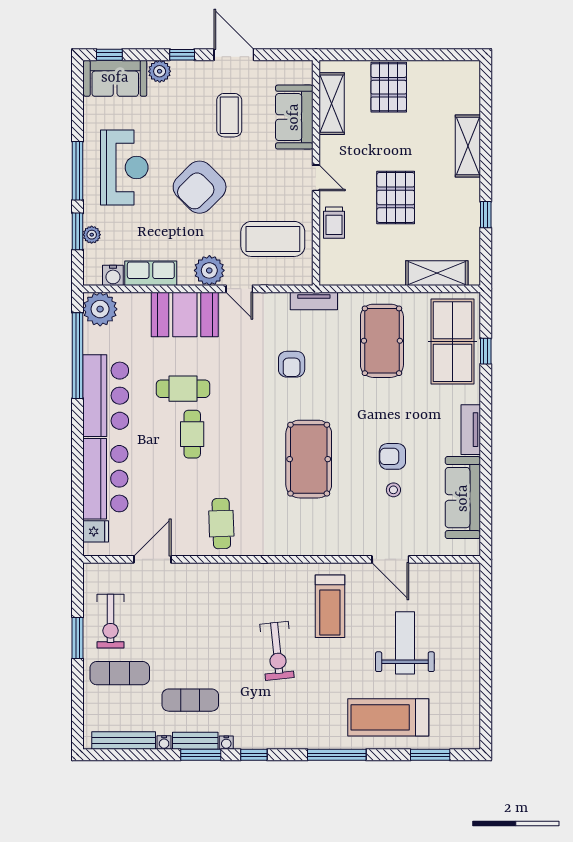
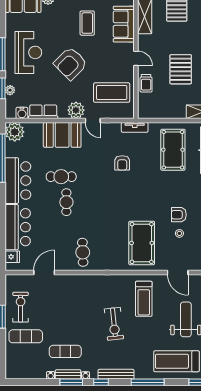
pool table: (309, 459) -> (142, 243), moved
exercise bike: (111, 621) -> (21, 307), turned 180
bench: (124, 741) -> (116, 374), moved

